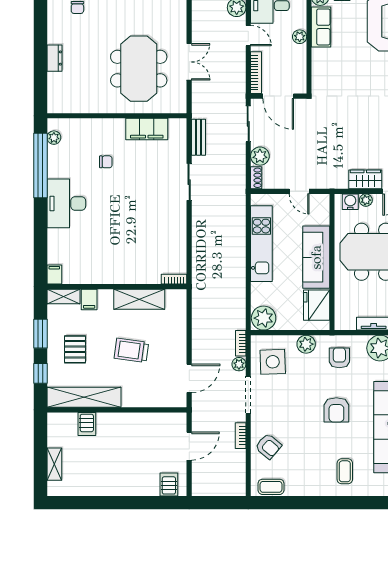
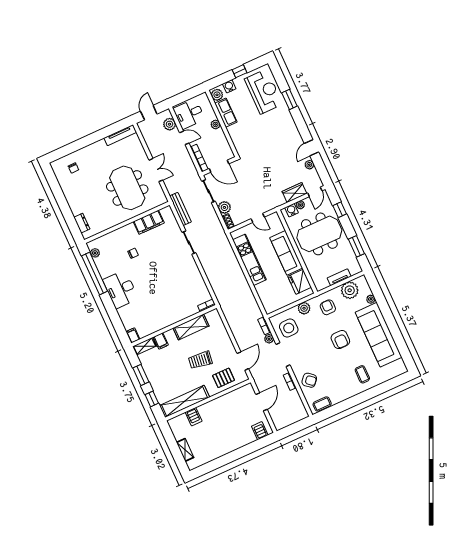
dresser: (54, 58) -> (82, 223), moved
bench: (198, 137) -> (180, 209), width x1.36
plant: (264, 318) -> (271, 304), removed
pallet: (75, 349) -> (224, 378), moved, turned 90

